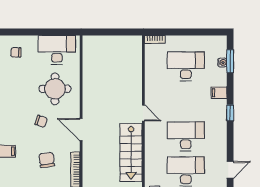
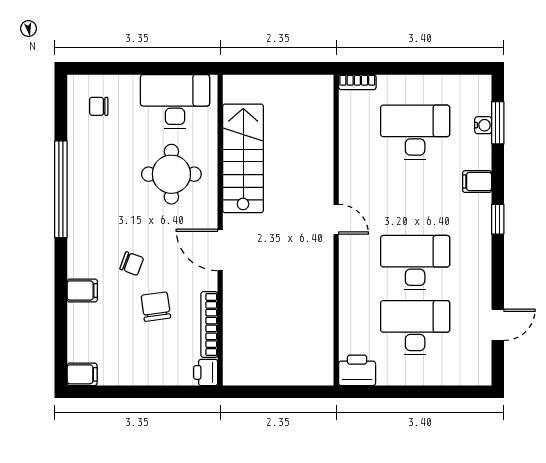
chair: (41, 121) -> (132, 264), moved
stairs: (131, 153) -> (243, 158), moved, turned 180

